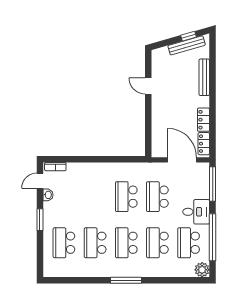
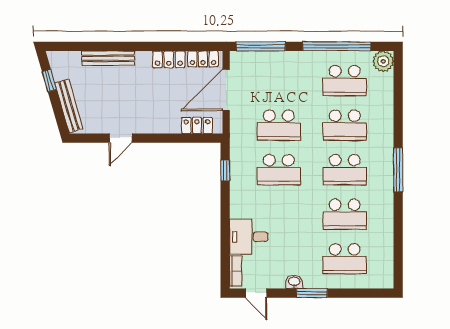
bench: (187, 45) -> (69, 106), moved
locker: (157, 139) -> (197, 125), added
window: (126, 159) -> (225, 170), added
washbasin: (48, 195) -> (294, 282), moved
desk: (196, 212) -> (249, 237), moved, turned -90

